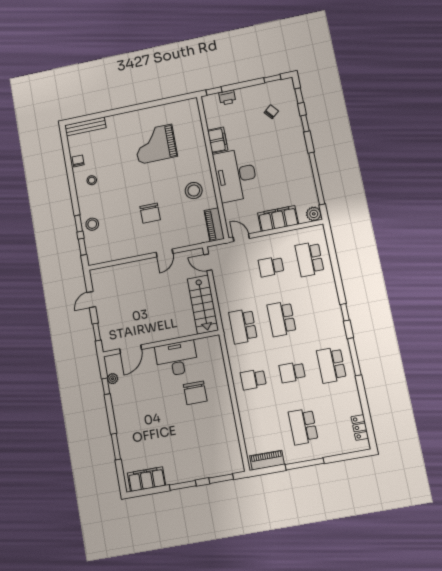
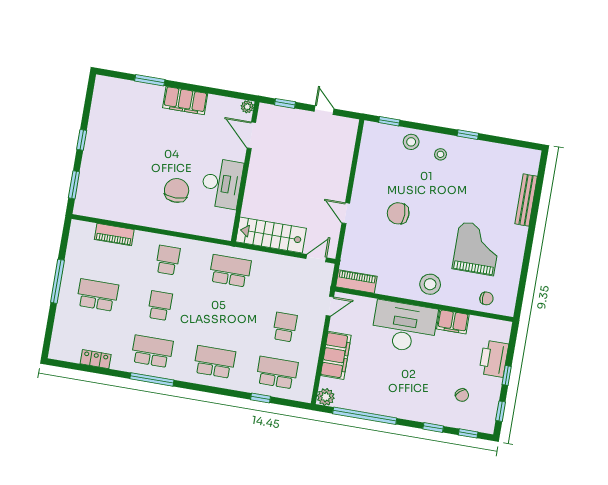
window: (214, 91) -> (507, 375), moved
printer: (227, 97) -> (494, 359), width x1.87, depth x1.48
bench: (85, 126) -> (526, 200), moved
chair: (78, 161) -> (486, 298), moved
stool: (92, 180) -> (441, 154), moved
stool: (194, 191) -> (430, 284), moved
window: (78, 224) -> (468, 135), moved
window: (345, 312) -> (260, 398), moved
school desk: (282, 319) -> (215, 362), moved
plant: (113, 379) -> (247, 107), moved
window: (106, 386) -> (220, 92), removed
chair: (195, 393) -> (177, 190), turned 90
locker: (360, 427) -> (96, 359), moved
piano: (267, 460) -> (114, 235), moved, turned 90
filing cabinet: (147, 479) -> (185, 101), moved, turned 90
window: (183, 485) -> (82, 140), width x0.67

